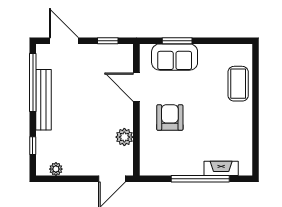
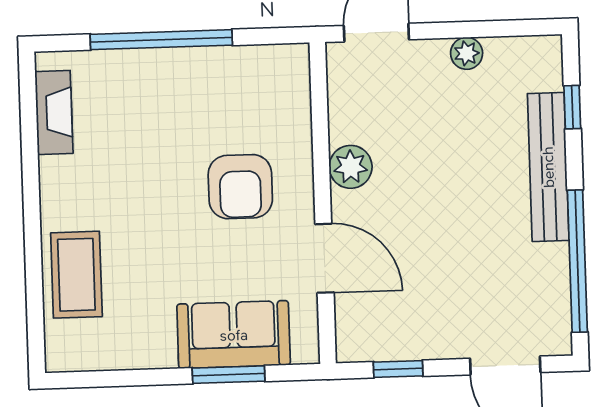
bench: (44, 100) -> (548, 167), moved
plant: (124, 137) -> (351, 167), moved
fireplace: (221, 168) -> (54, 112), moved, turned -90
plant: (56, 169) -> (467, 53), moved

